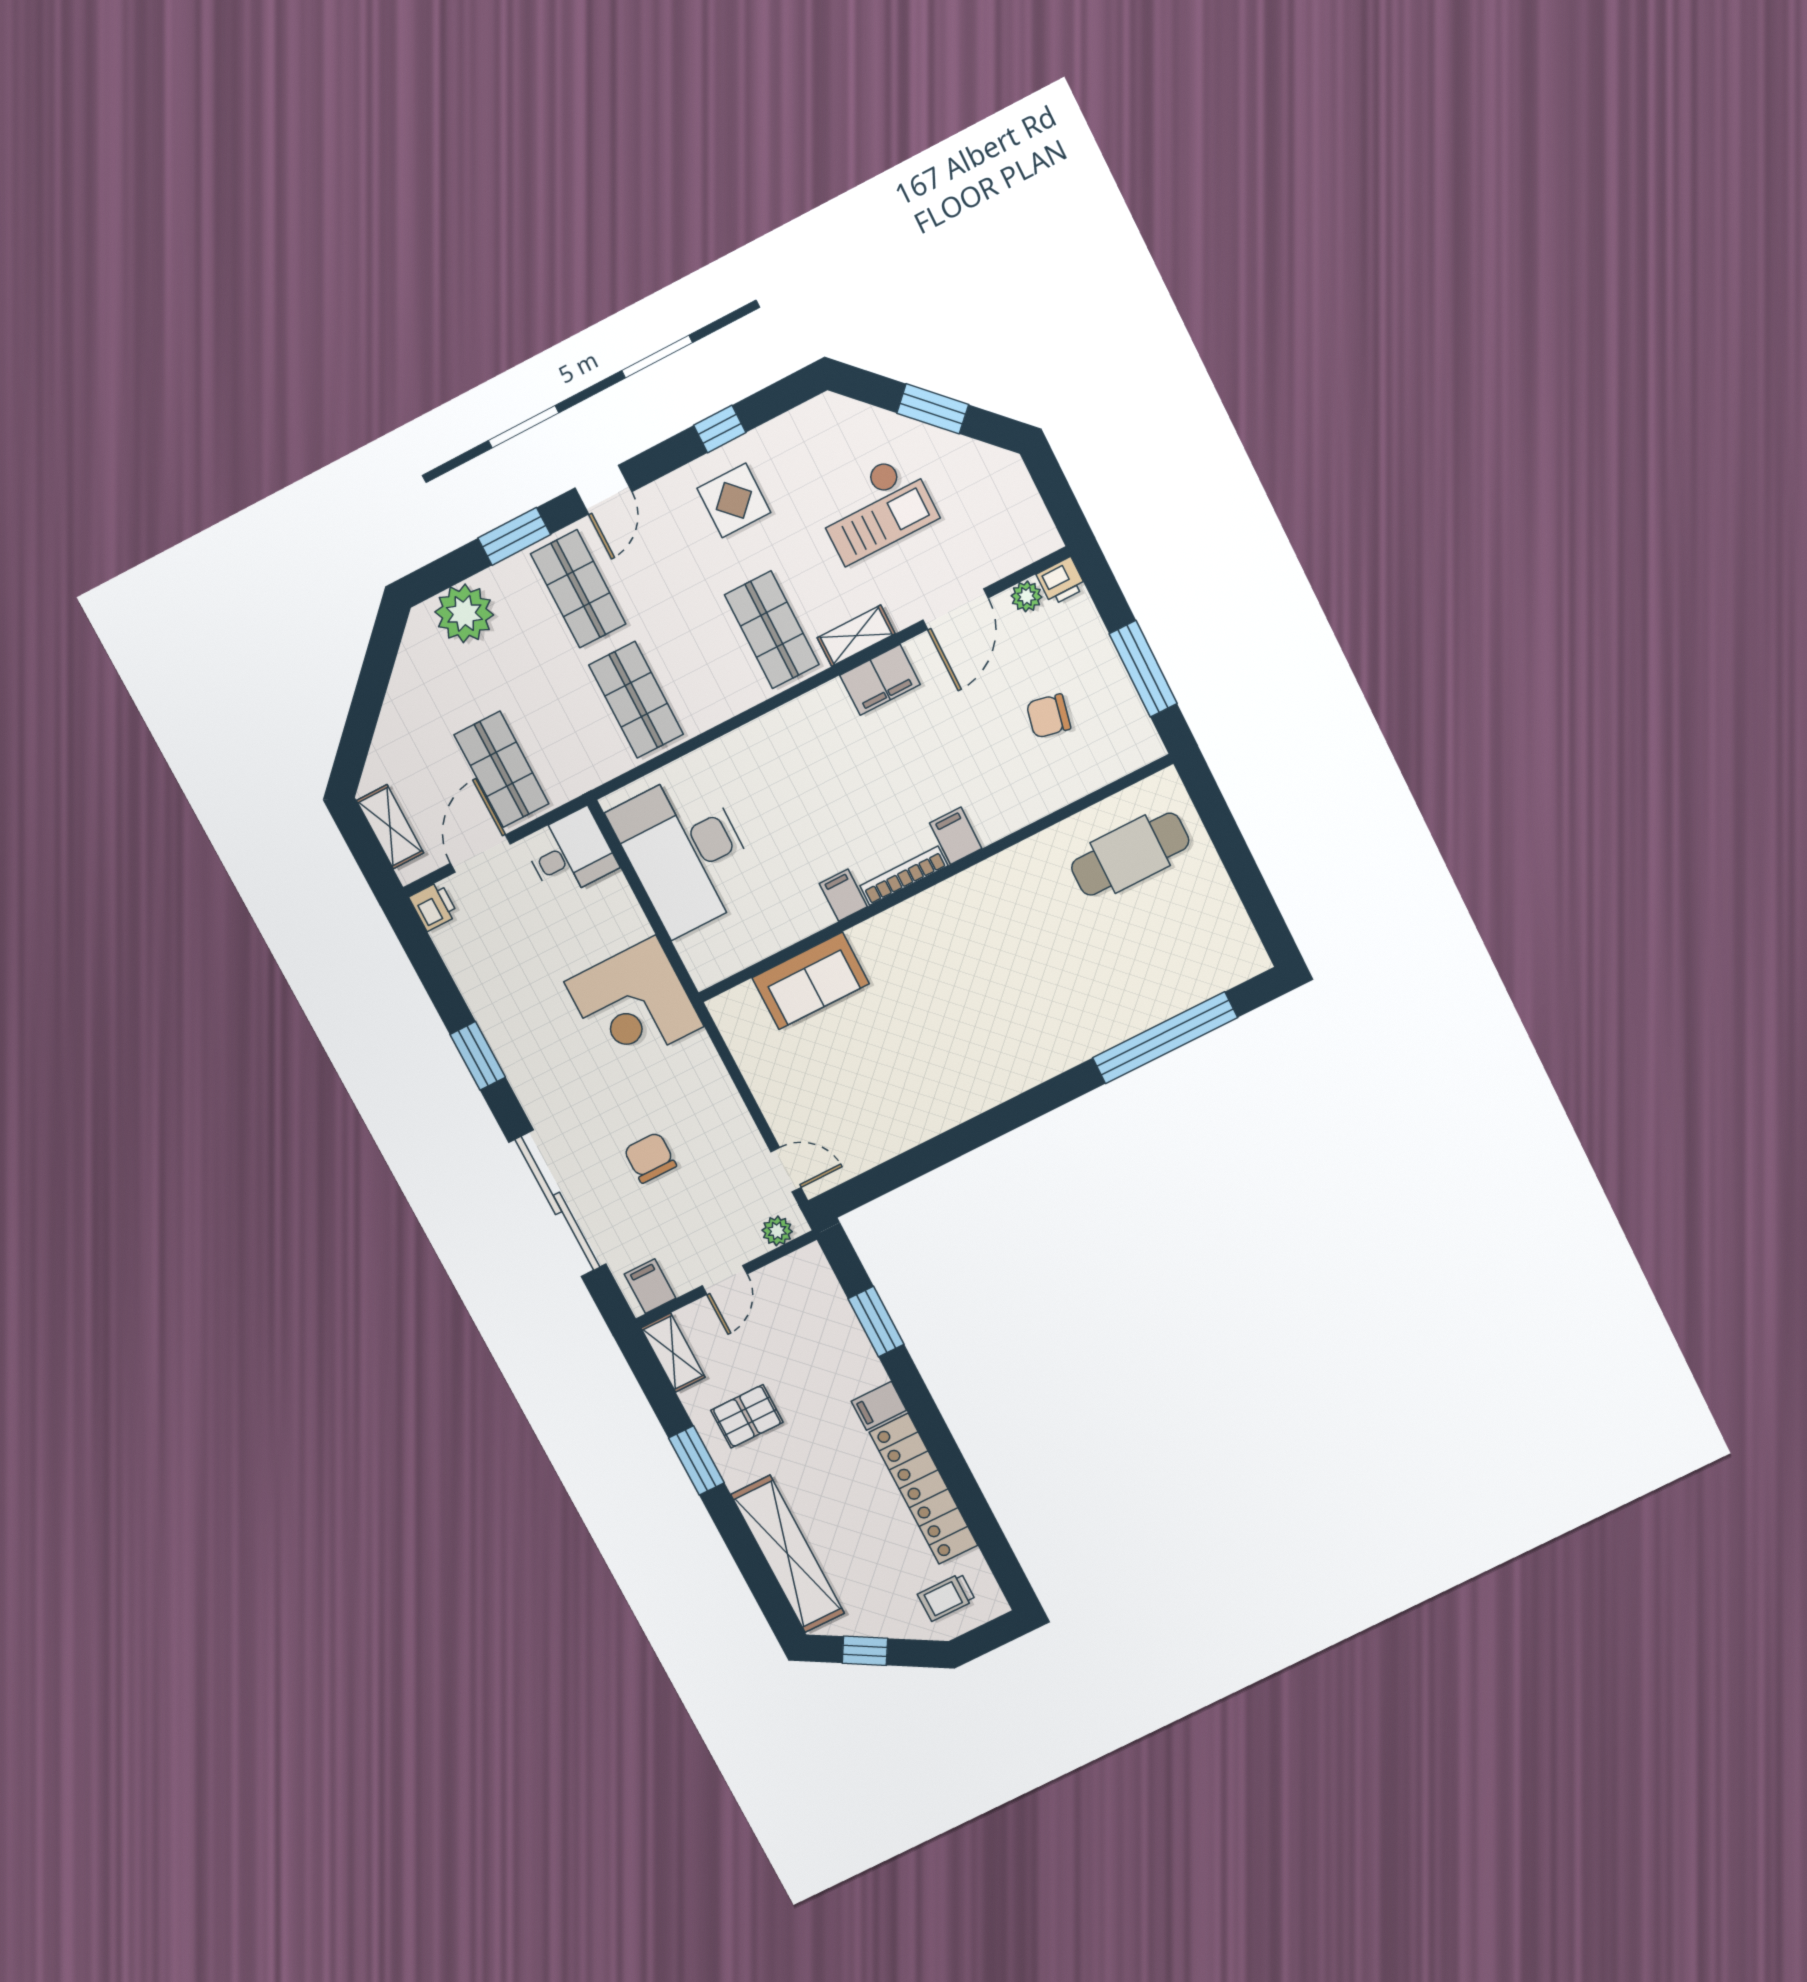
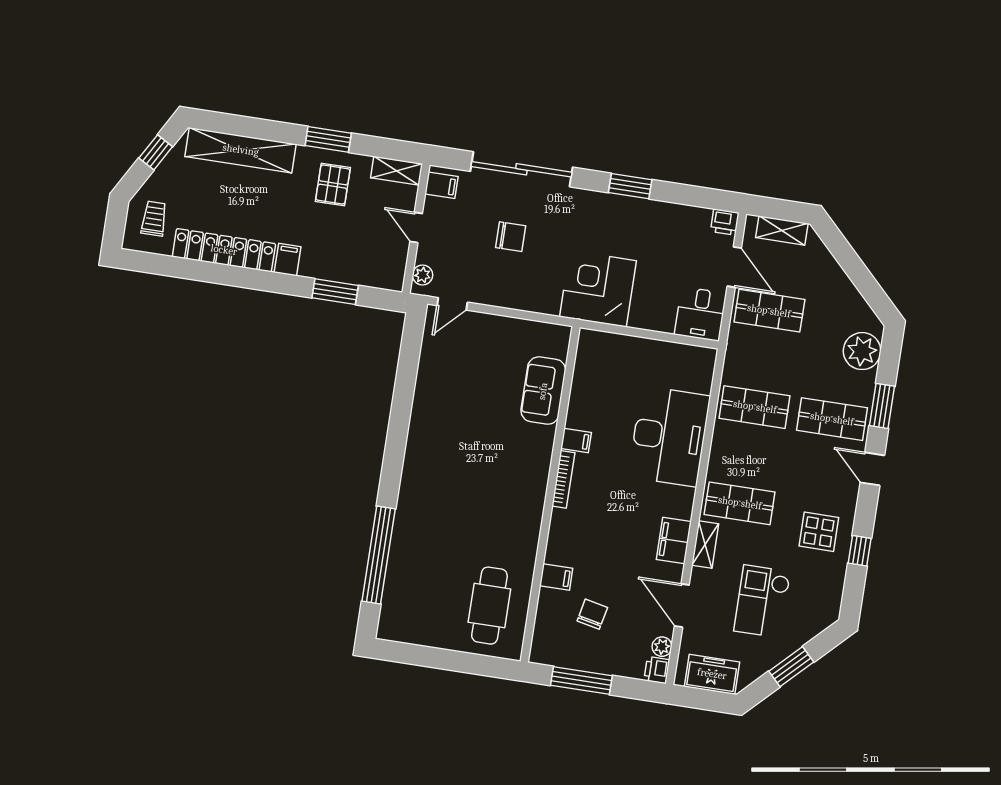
freezer: (1016, 505) -> (712, 674), added
filing cabinet: (956, 836) -> (556, 577), moved
desk: (686, 853) -> (669, 436), moved, turned 90

